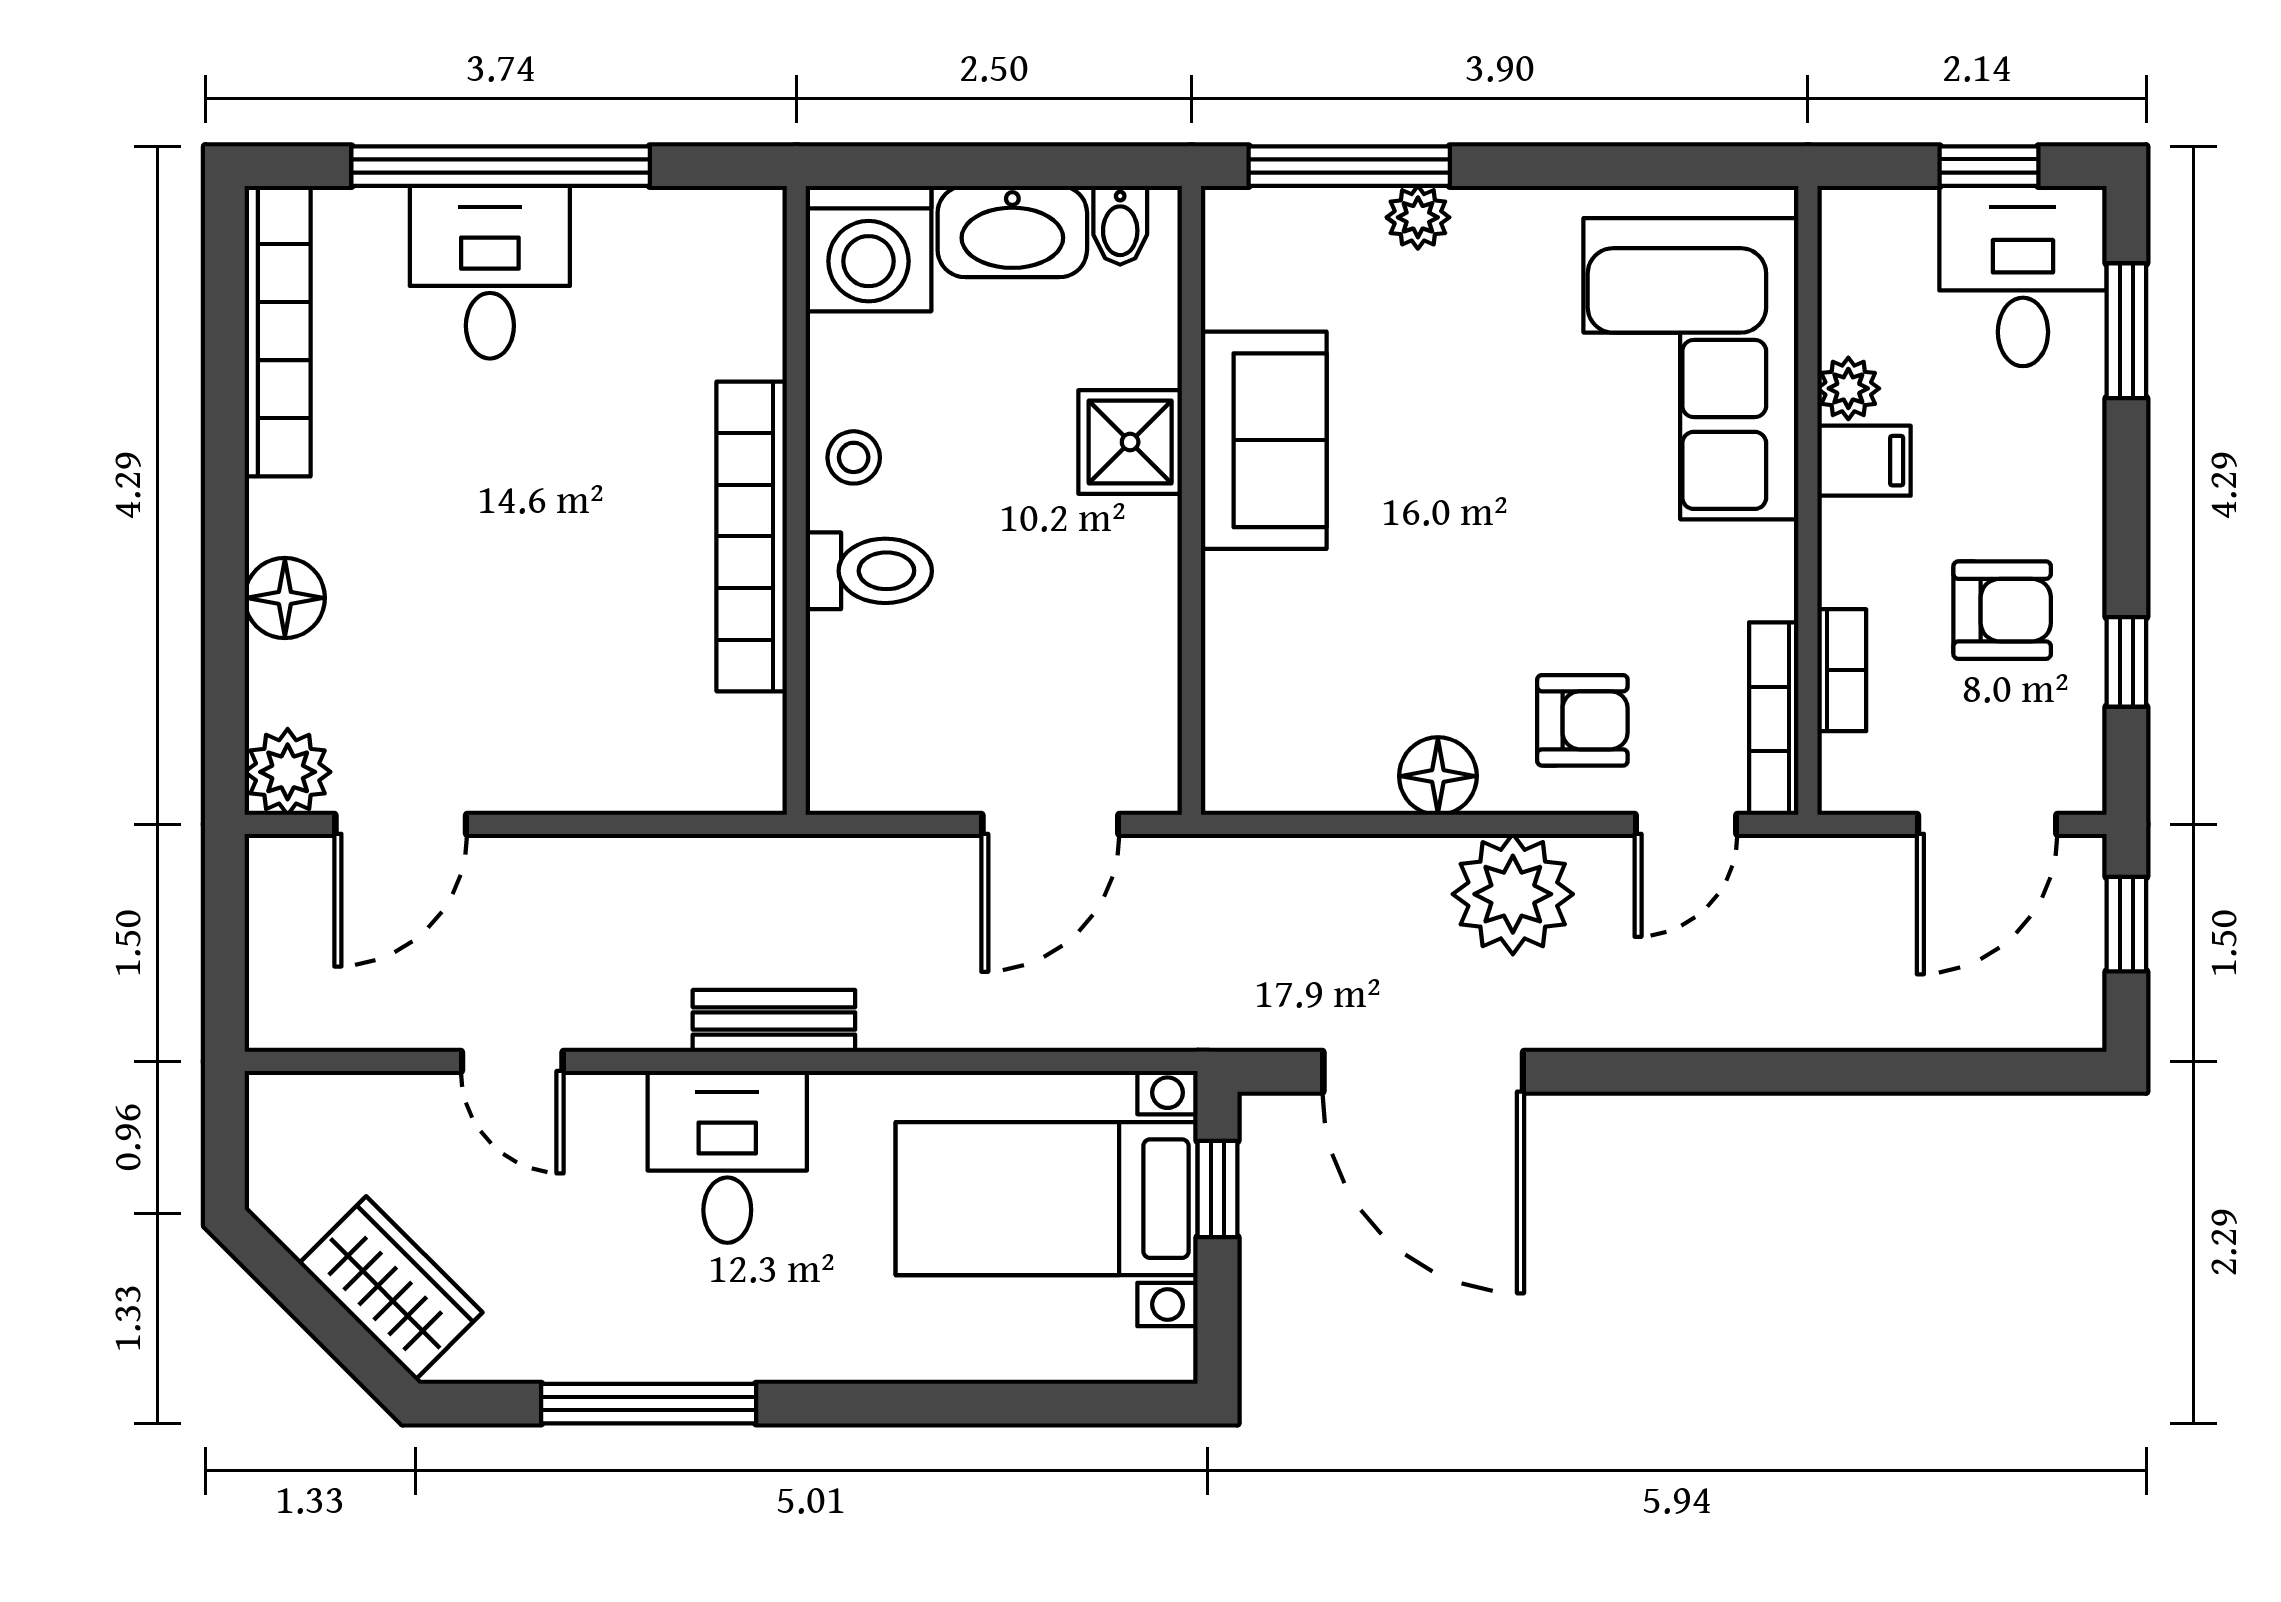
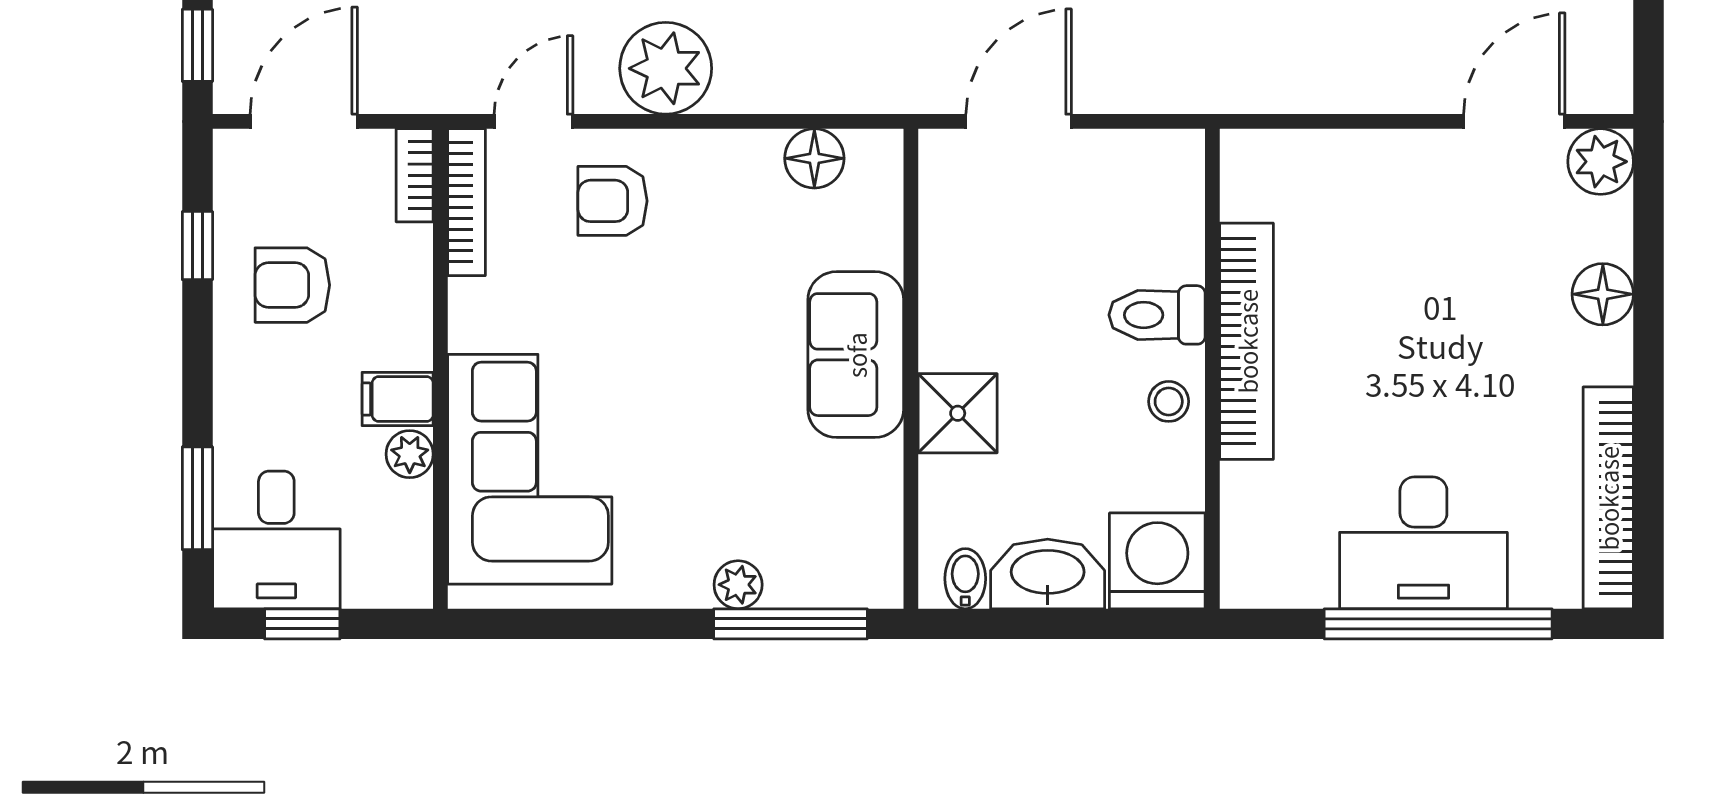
desk: (490, 272) -> (1423, 543), width x1.37
sofa: (1264, 440) -> (856, 355), moved
bookcase: (1842, 670) -> (415, 175), moved
floor lamp: (1438, 776) -> (814, 158), moved

